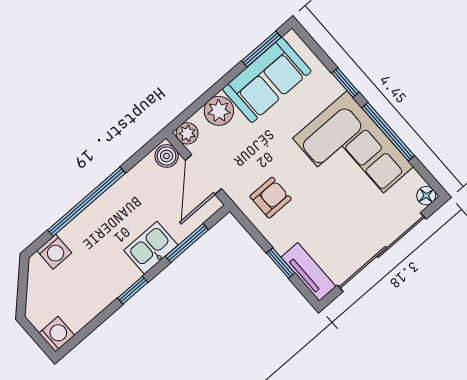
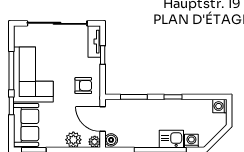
sofa: (267, 80) -> (26, 125), moved, turned 90
door: (203, 175) -> (103, 119), swing flipped
floor lamp: (426, 196) -> (19, 31), removed
armchair: (271, 198) -> (83, 86), turned 180
kitchen sink: (151, 248) -> (171, 139), moved, turned 180

